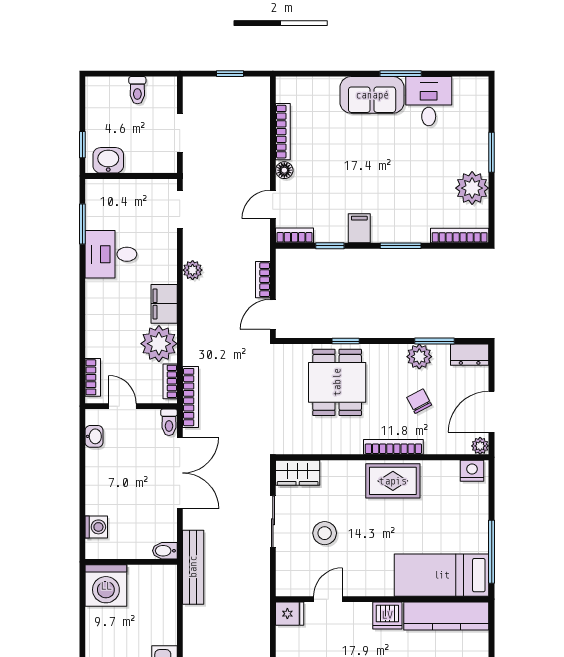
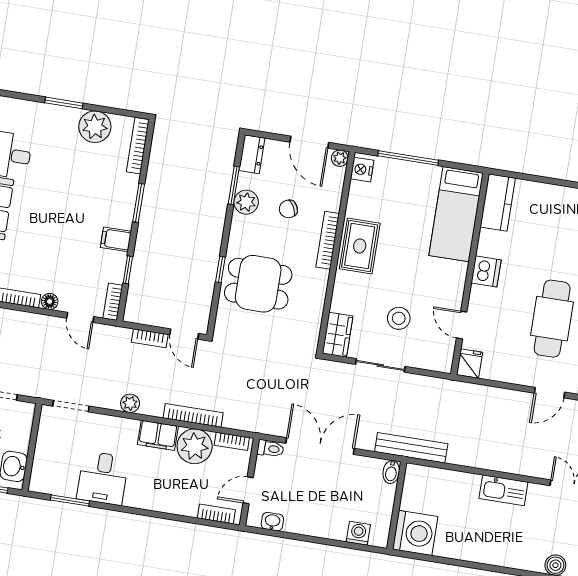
bookcase: (191, 397) -> (193, 415), moved
window: (492, 552) -> (408, 158), moved
kitchen counter: (446, 616) -> (498, 203), width x0.67

